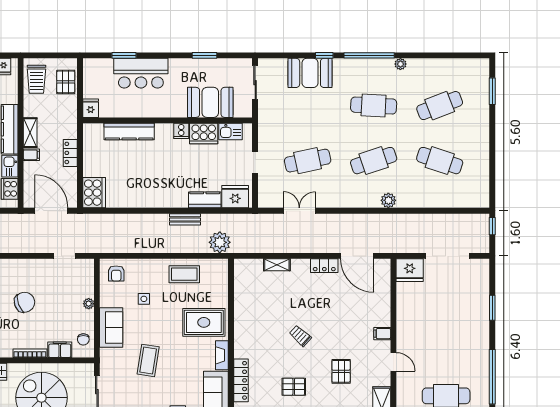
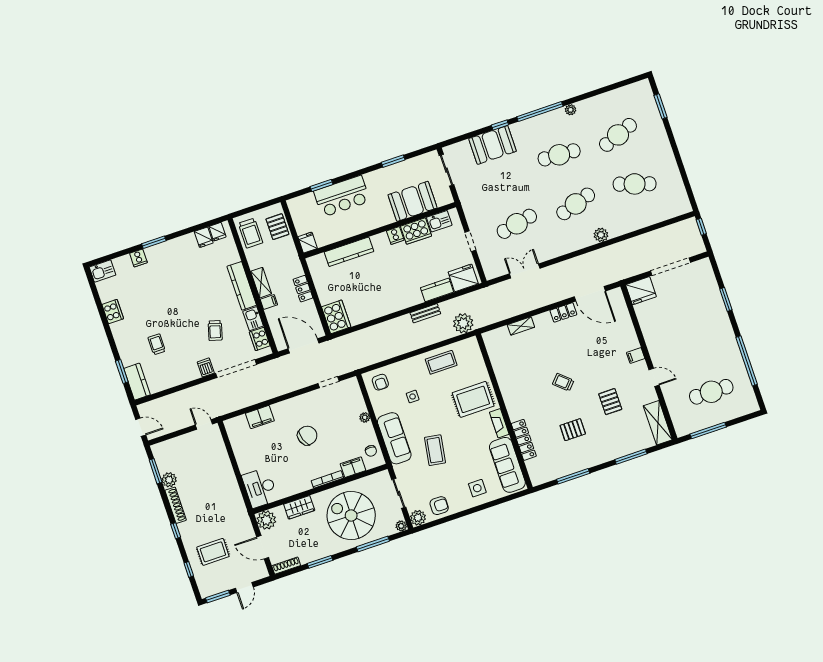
sofa: (111, 328) -> (394, 438), width x1.36

